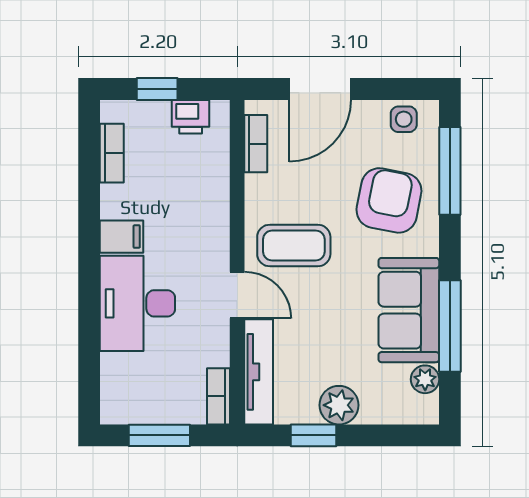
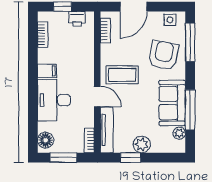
floor lamp: (118, 395) -> (46, 140), added

